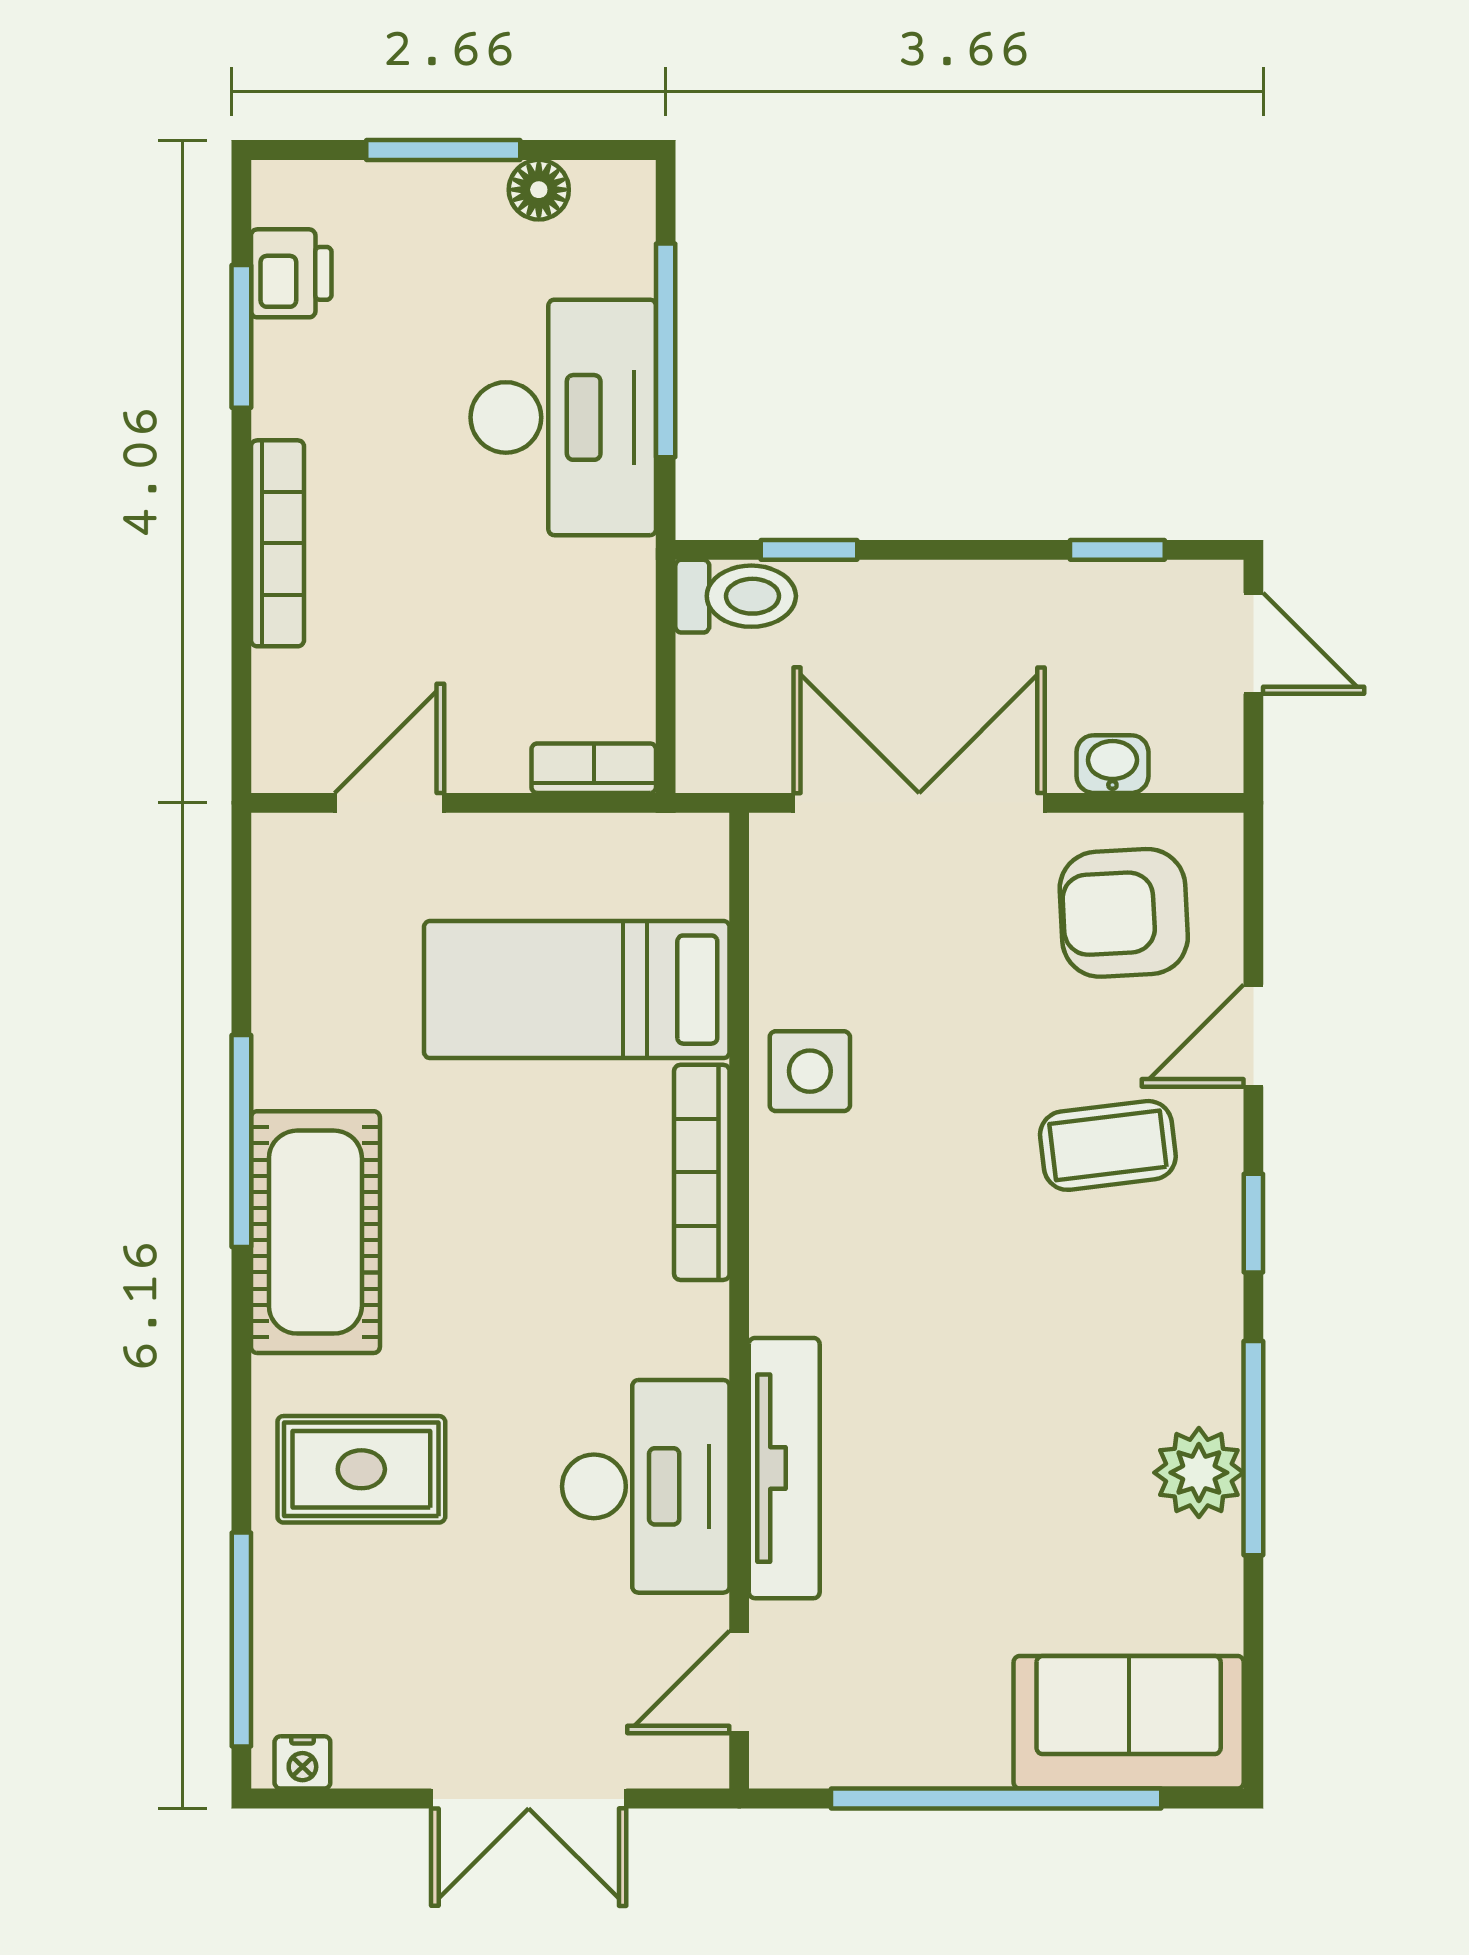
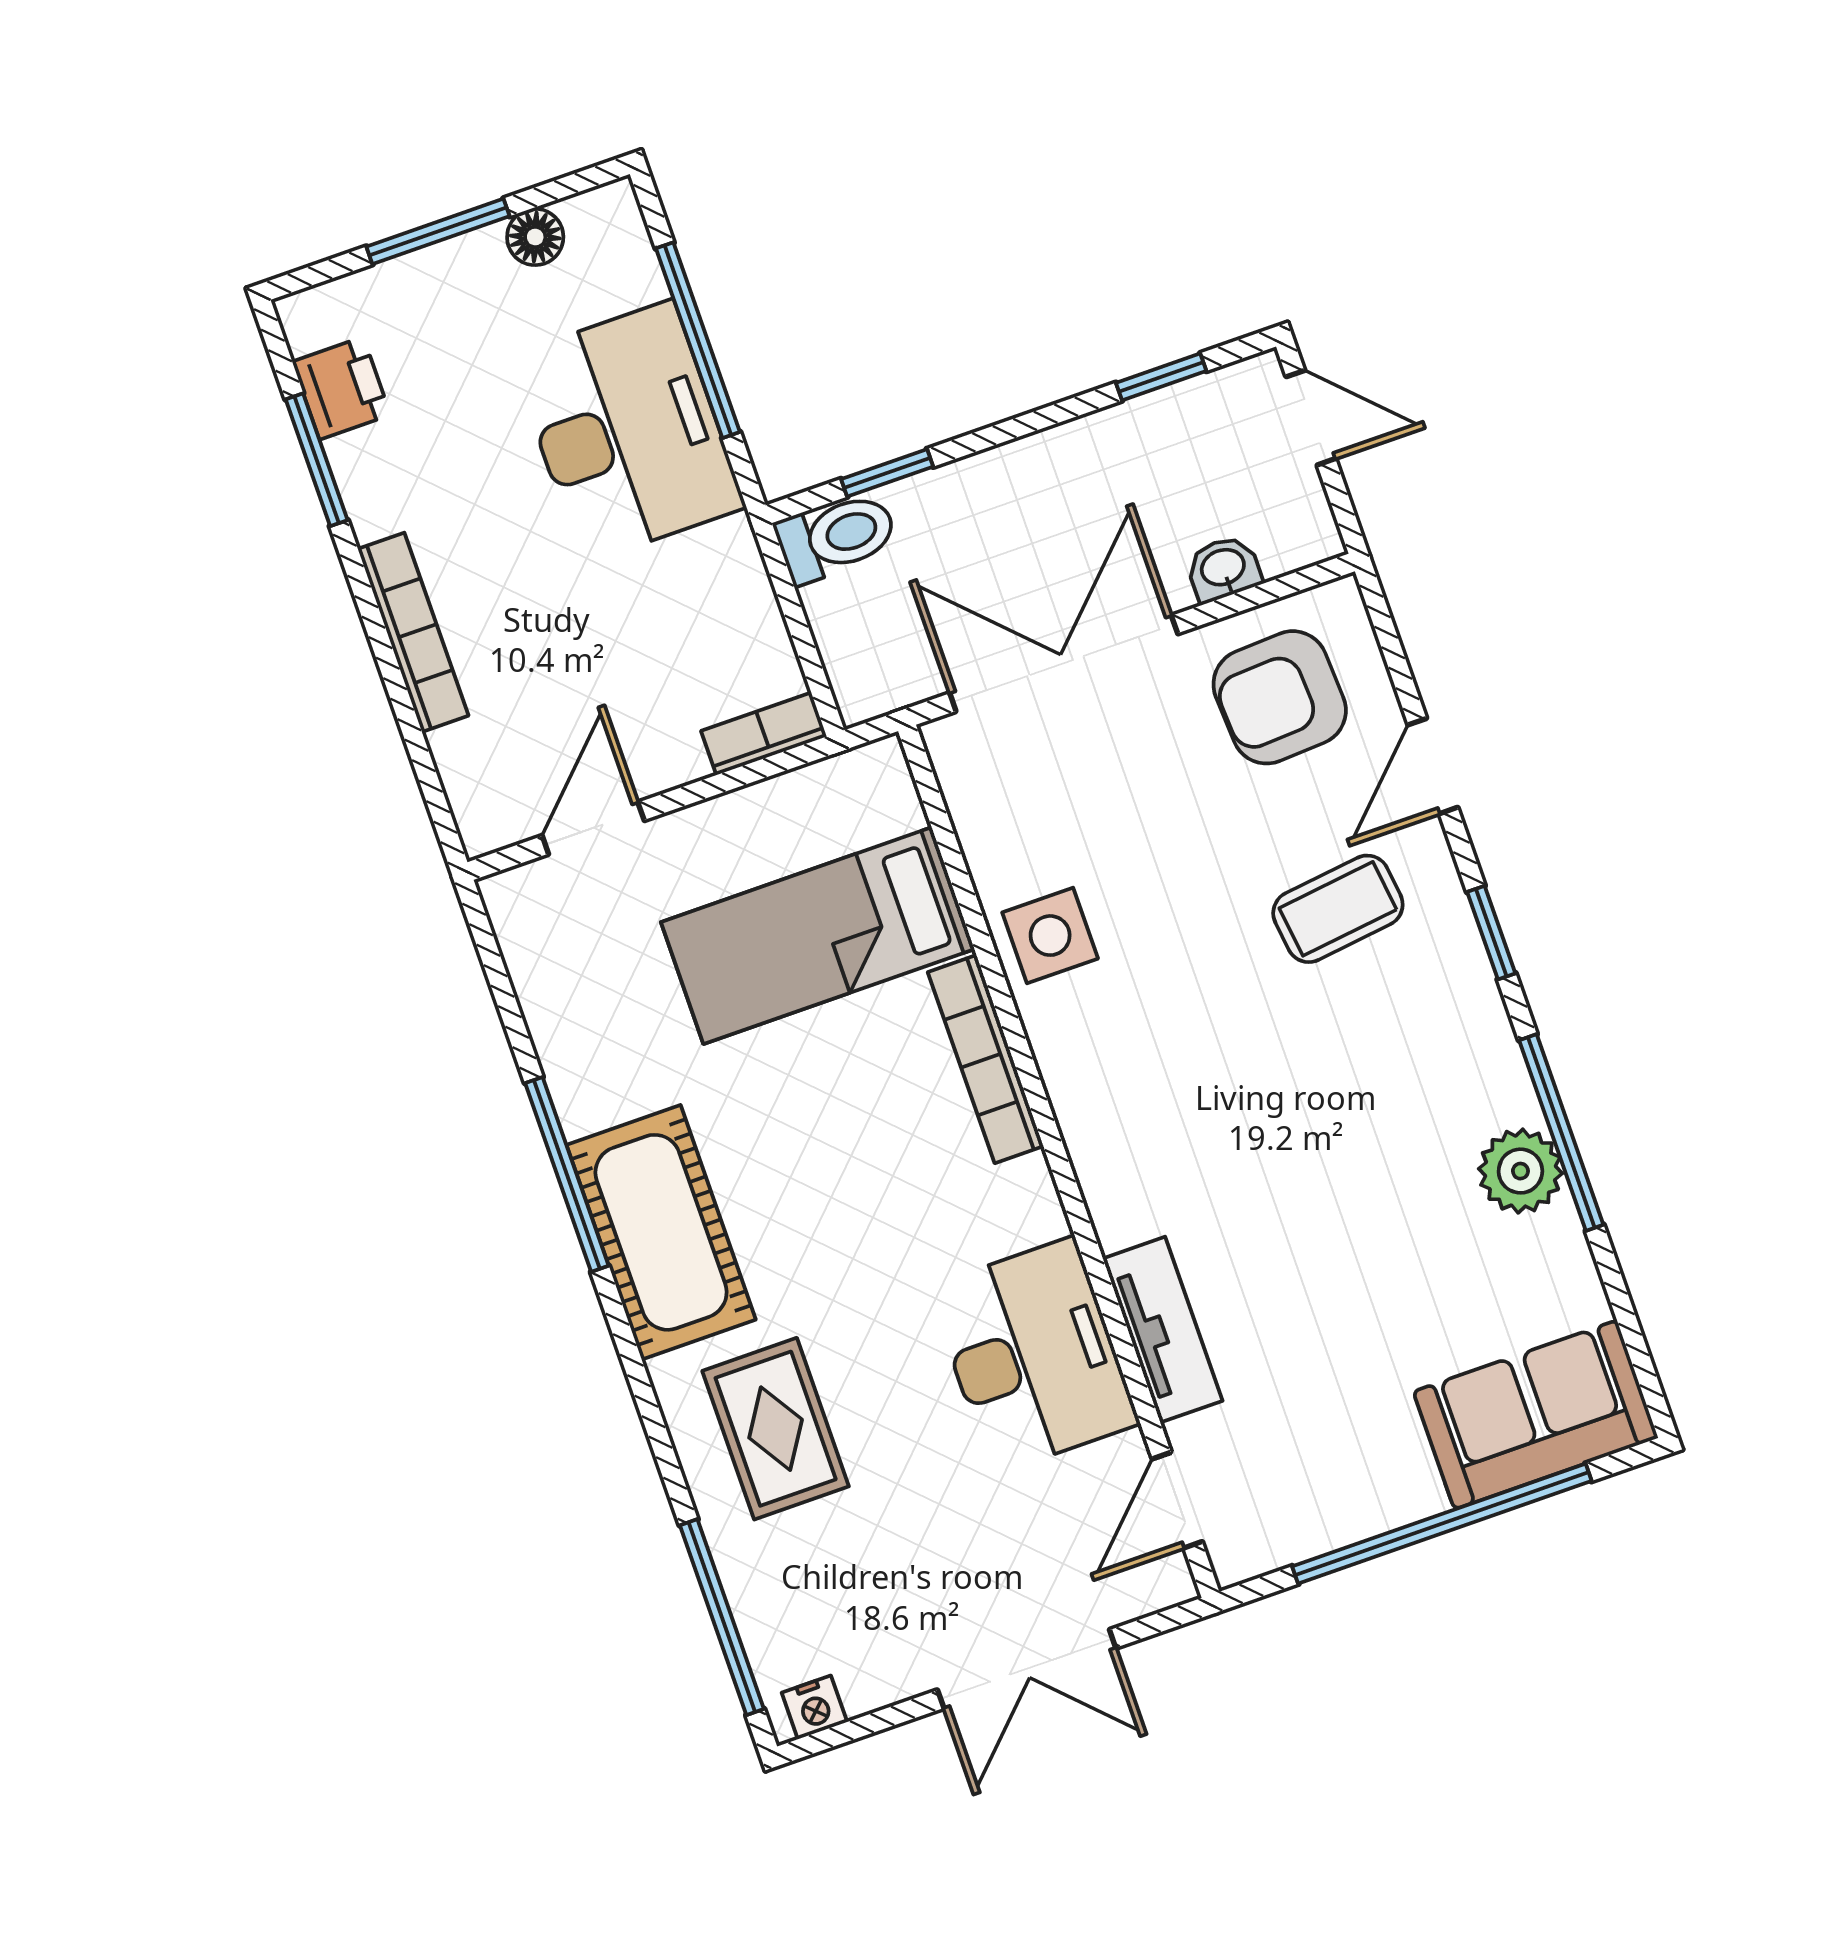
tv unit: (784, 1468) -> (1163, 1330), width x0.71
rug: (361, 1469) -> (776, 1429), turned 90

